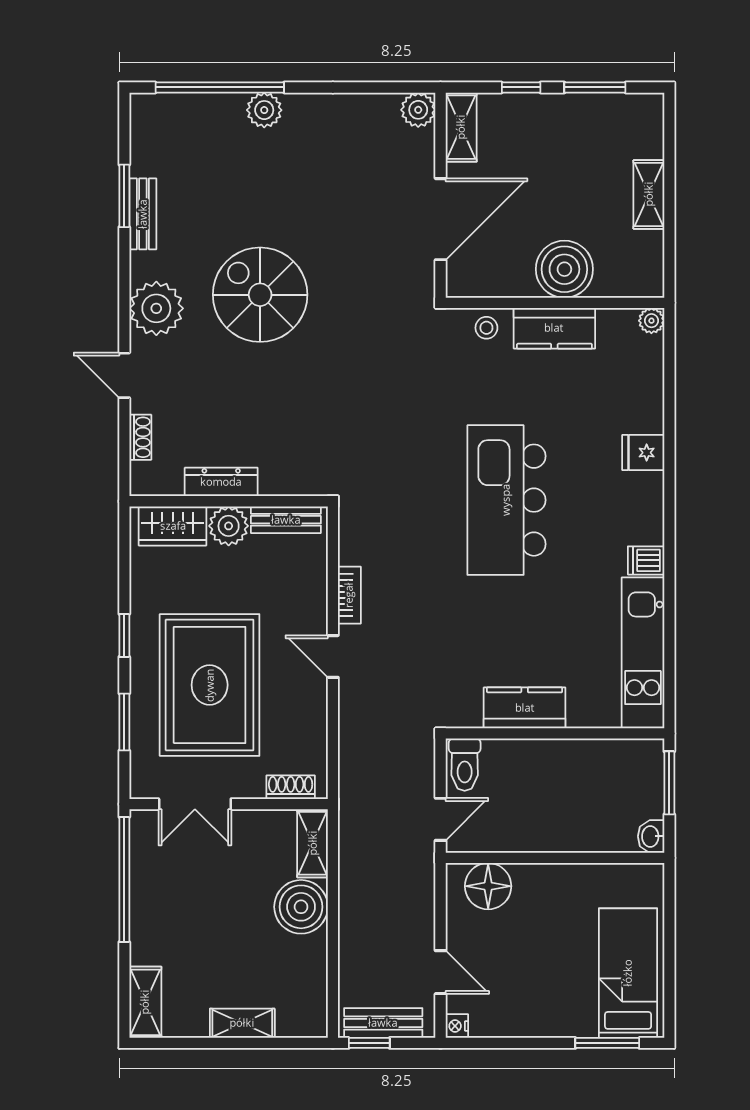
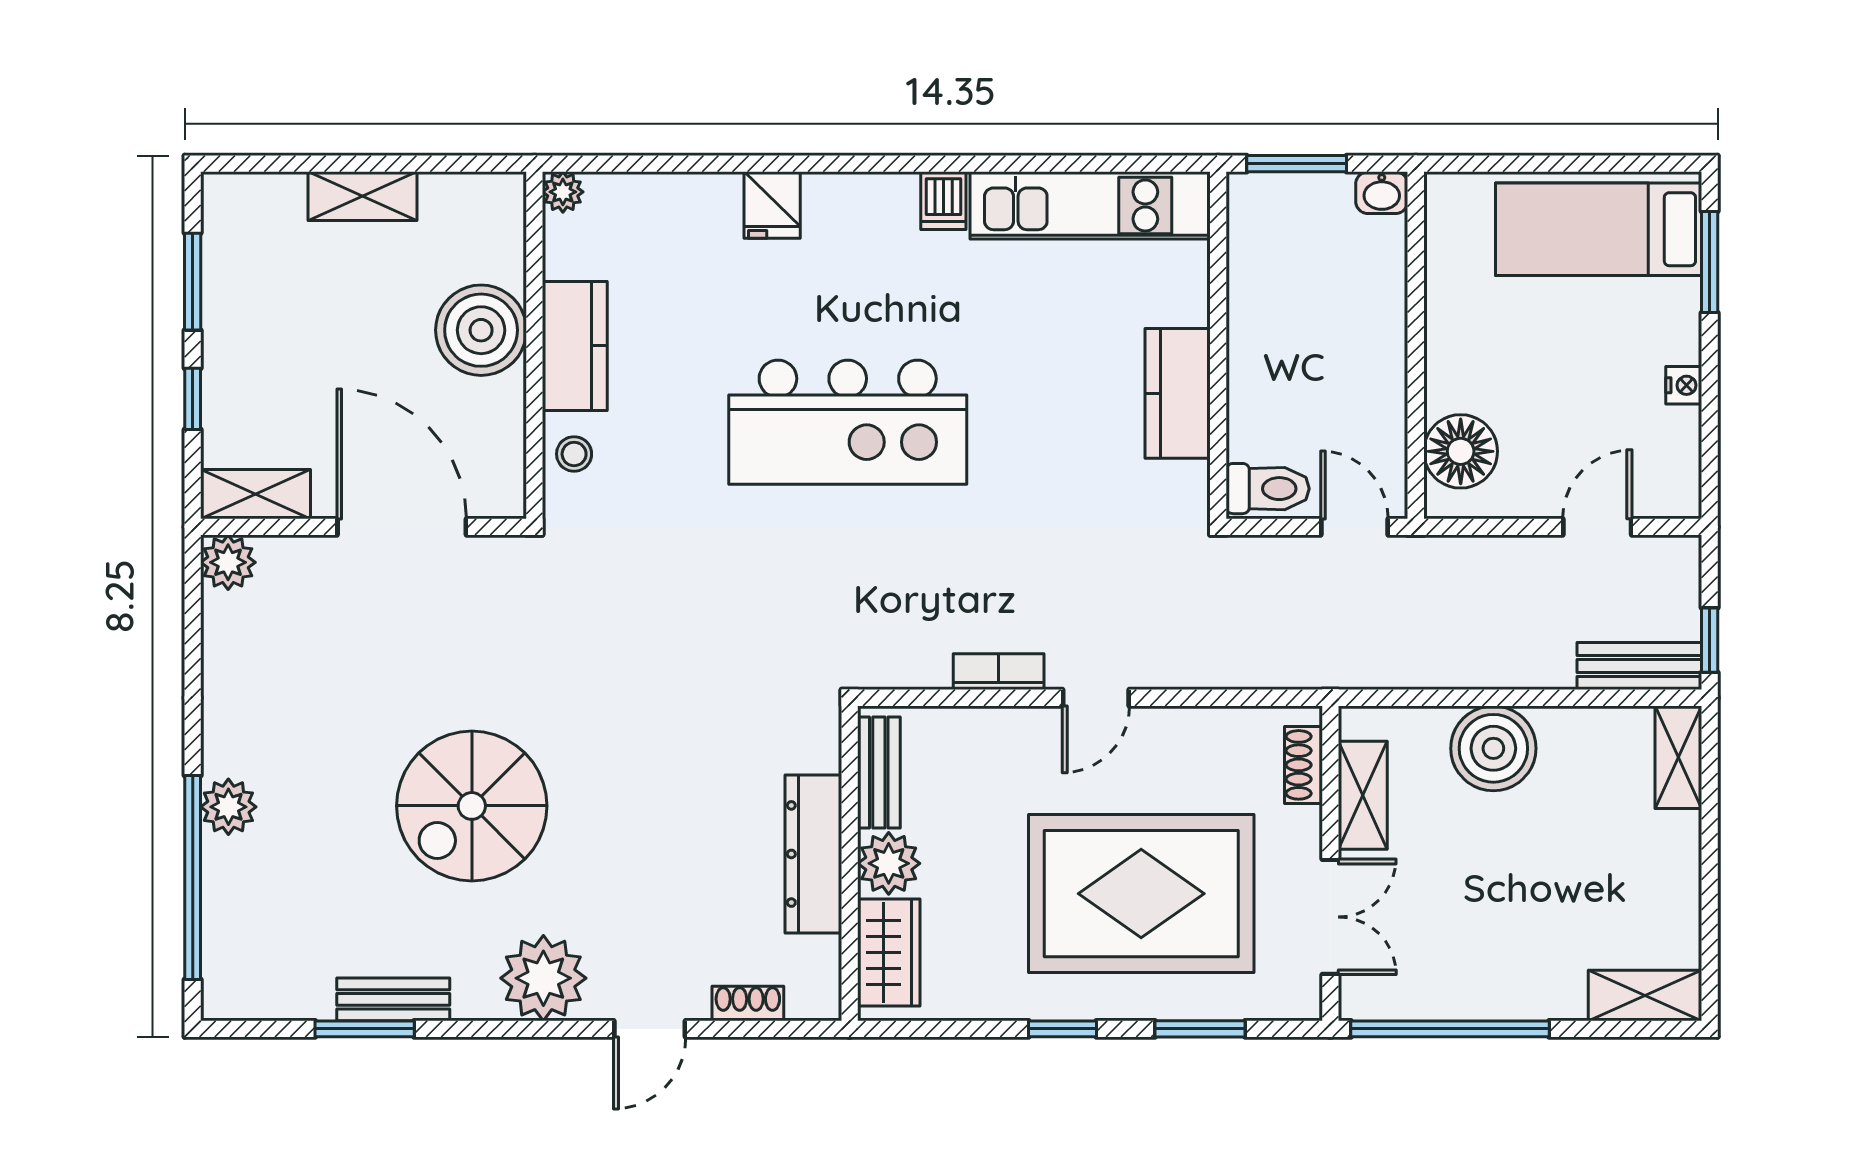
spiral stairs: (260, 295) -> (472, 806), moved
dresser: (221, 482) -> (813, 854), width x1.37, depth x1.24
shelving: (313, 843) -> (1363, 795), moved, turned 90
shelving: (242, 1023) -> (1678, 757), moved
bench: (383, 1023) -> (1639, 666), moved, turned 90
nightstand: (457, 1026) -> (1684, 385), moved, turned -90

